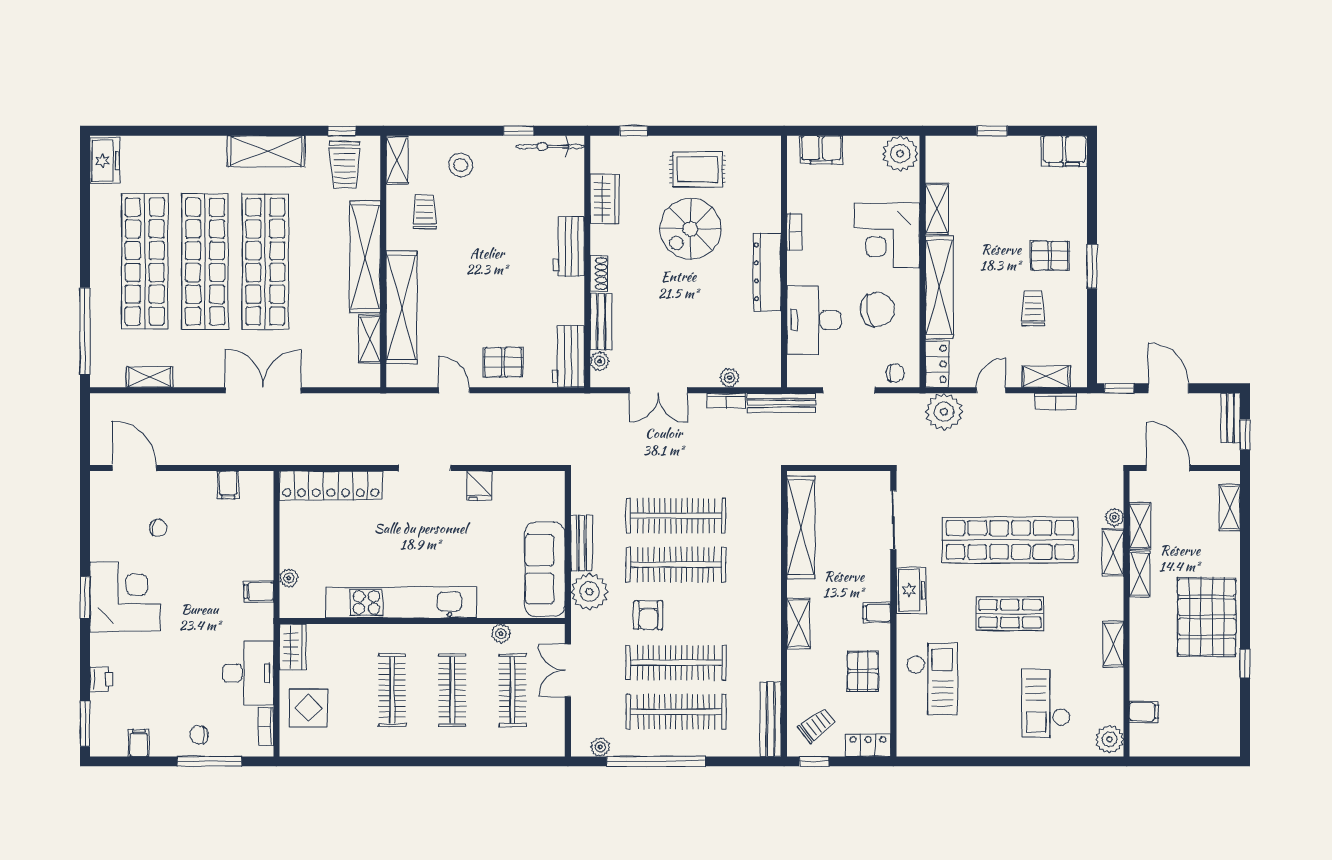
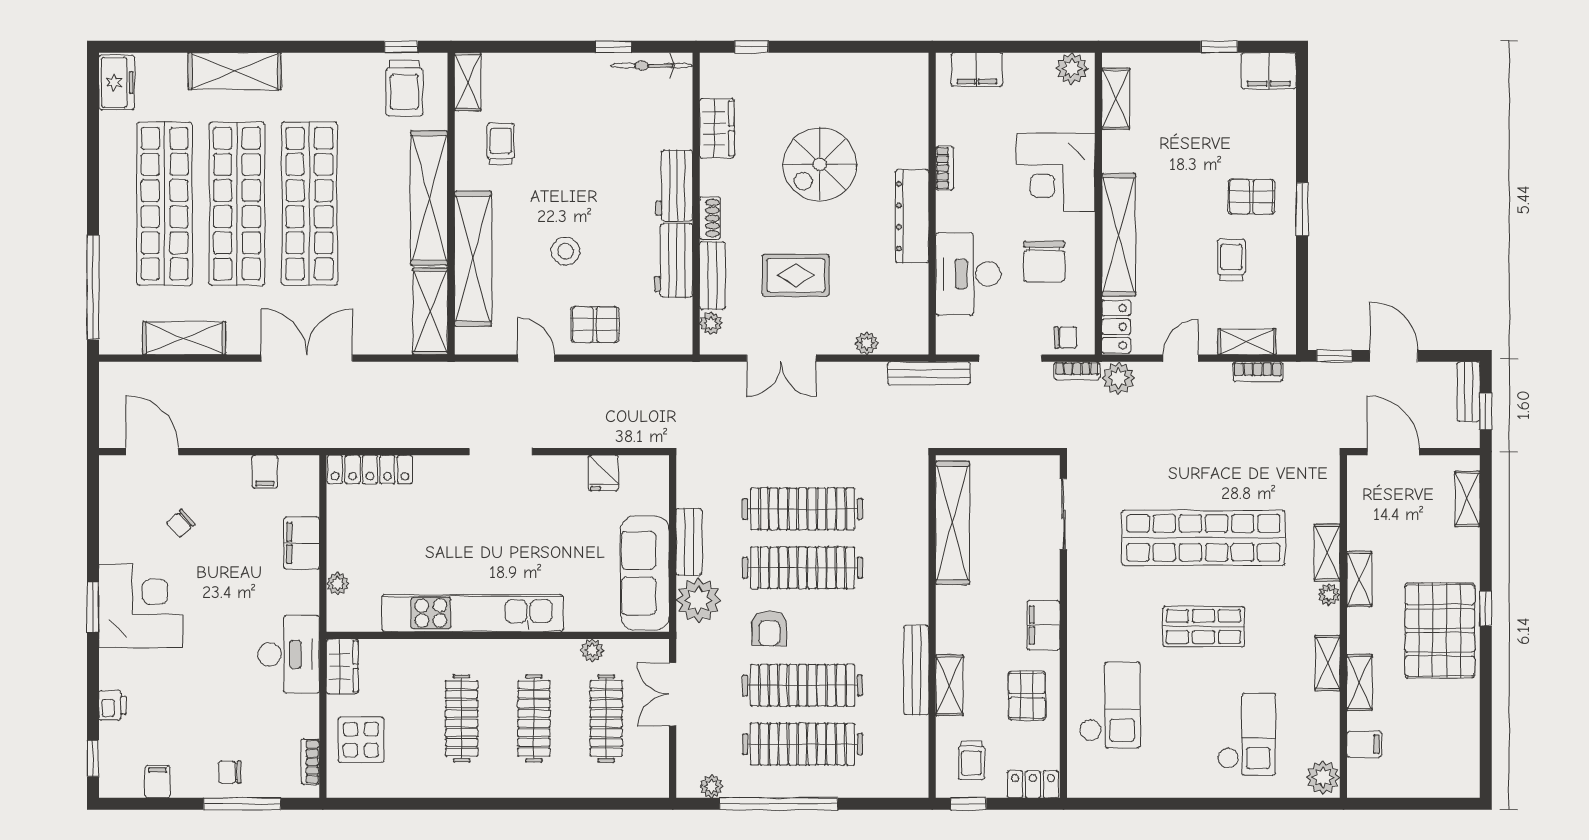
window: (992, 131) -> (1219, 47), moved
shelving: (266, 151) -> (235, 71), moved
plant: (900, 154) -> (1072, 68), width x0.73, depth x0.73
stool: (461, 165) -> (565, 251), moved
rug: (698, 169) -> (796, 275), moved
shelving: (937, 209) -> (1116, 99), moved
chair: (877, 310) -> (1044, 261), turned 101
shelving: (370, 339) -> (430, 311), width x1.50, depth x1.33
workbench: (569, 357) -> (673, 260), moved
shelving: (150, 377) -> (184, 338), width x1.50, depth x1.33
bookcase: (726, 401) -> (1077, 371), moved
plant: (944, 412) -> (1118, 378), width x0.73, depth x0.73
locker: (331, 485) -> (370, 469), width x0.71, depth x0.83
fridge: (479, 486) -> (603, 473), moved
plant: (1114, 517) -> (1329, 595), moved
shelving: (1140, 526) -> (1360, 682), moved
chair: (158, 528) -> (181, 524), turned 126
freezer: (911, 590) -> (1085, 599), removed
filing cabinet: (259, 592) -> (302, 543), moved, width x2.00
filing cabinet: (877, 613) -> (1043, 625), width x2.00
shelving: (798, 624) -> (949, 685), moved
window: (1245, 663) -> (1486, 609), moved
desk: (248, 673) -> (289, 654), moved
checkout: (1046, 703) -> (1247, 734), turned 180
bench: (771, 719) -> (916, 670), moved
window: (85, 724) -> (93, 759), width x0.67
trolley: (817, 725) -> (971, 760), turned 128

